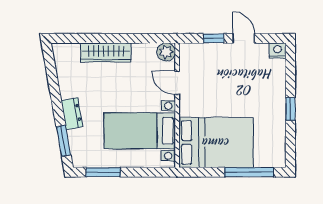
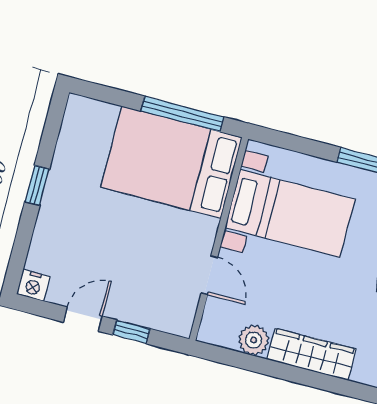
door: (244, 38) -> (83, 319), swing flipped
plant: (166, 52) -> (254, 340), moved
window: (249, 172) -> (182, 114), moved

